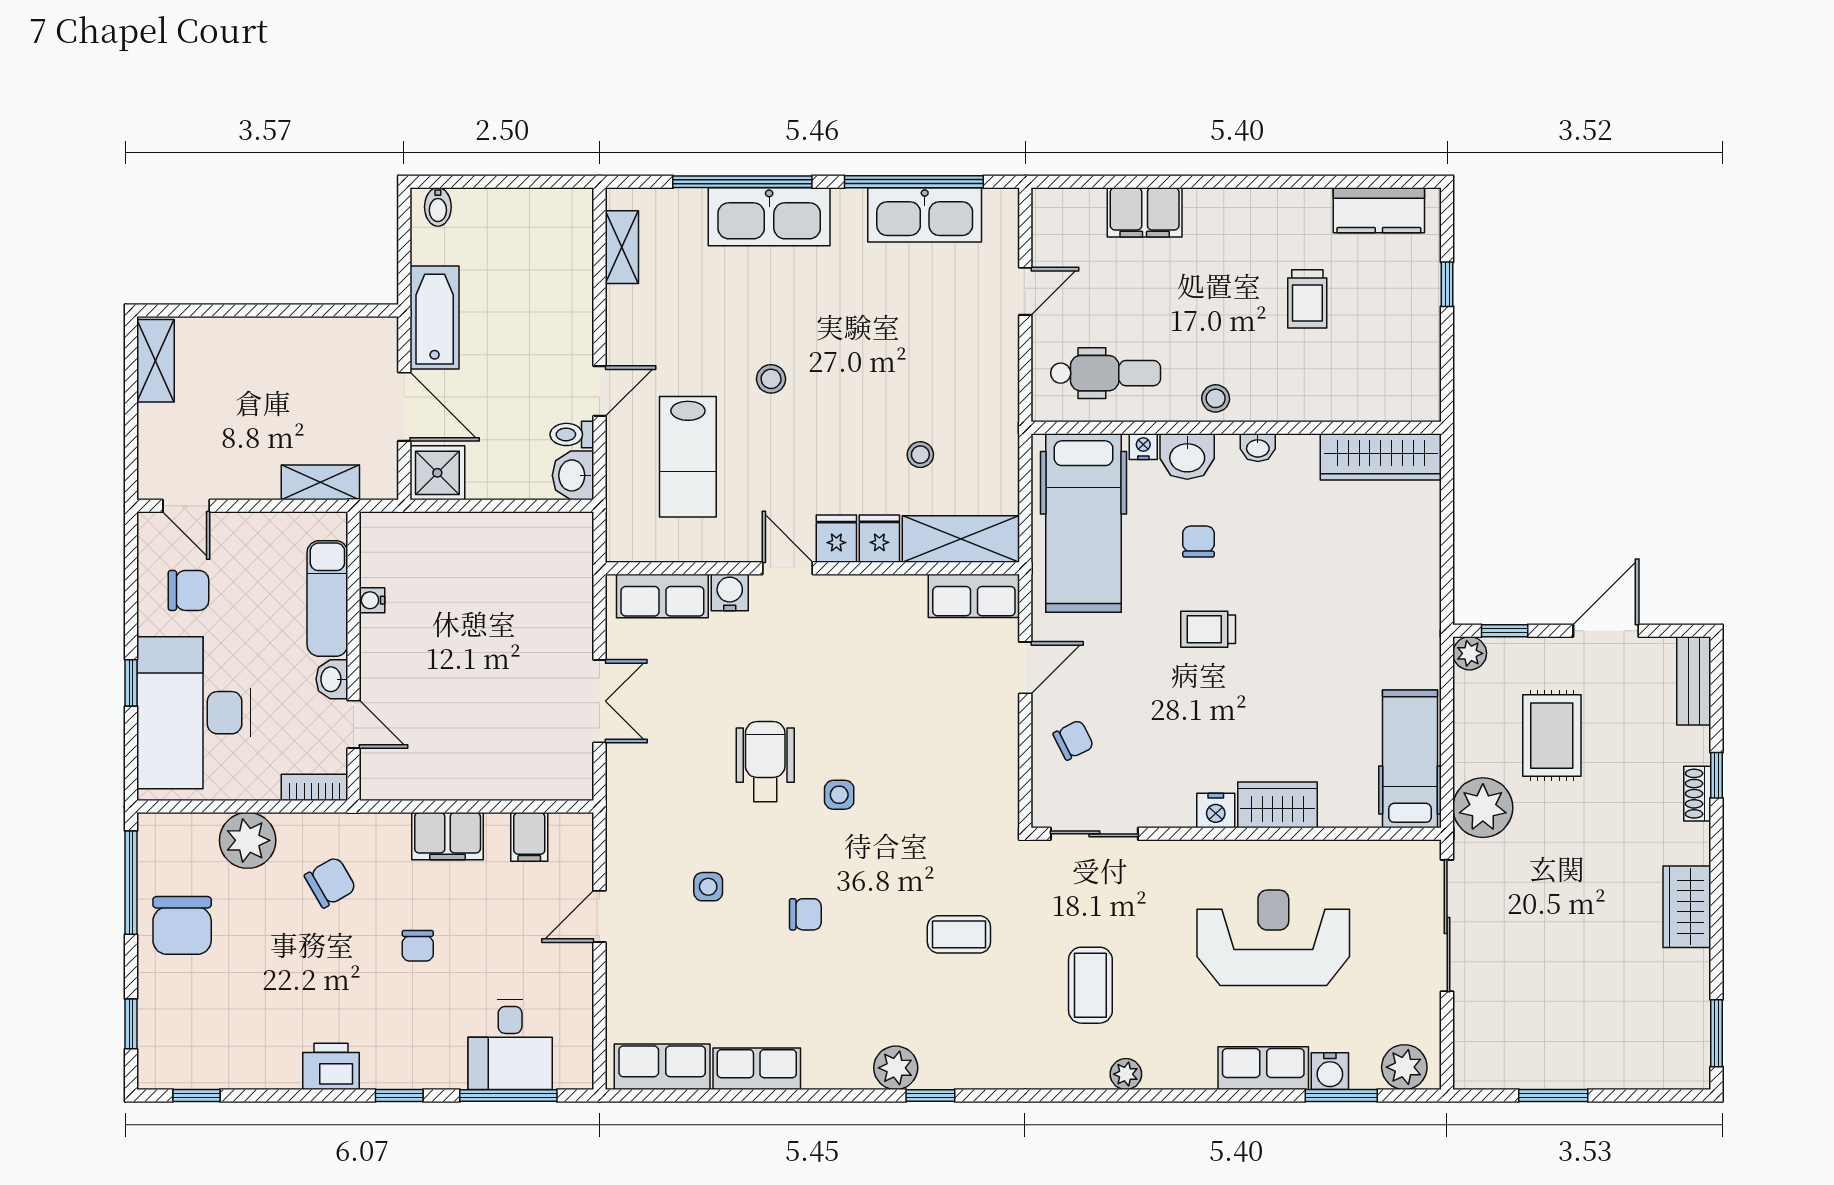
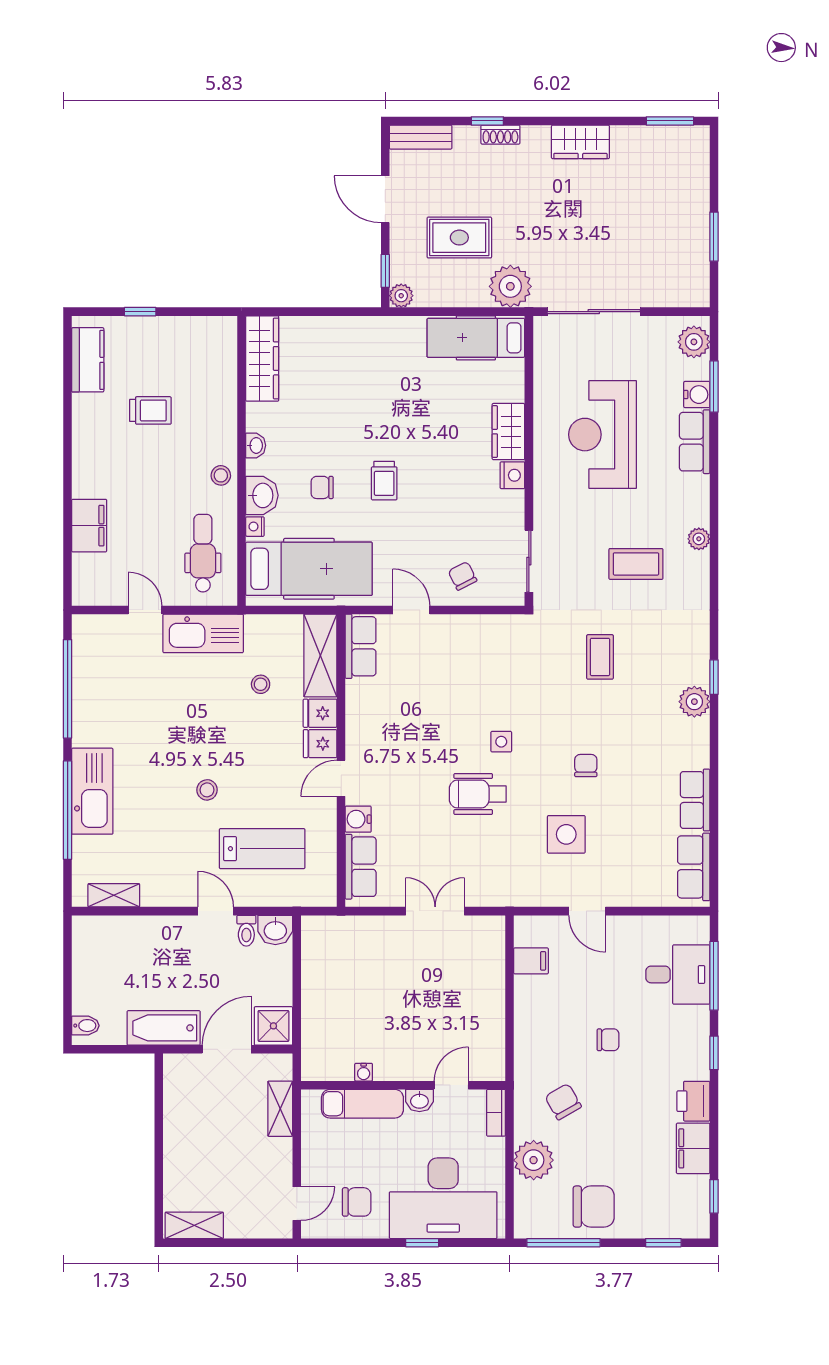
kitchen sink: (925, 215) -> (203, 633), moved, turned 90
chair: (189, 590) -> (357, 1202), turned 90
filing cabinet: (448, 836) -> (693, 1148), moved, turned 180
side table: (708, 887) -> (566, 834), width x1.87, depth x1.87

